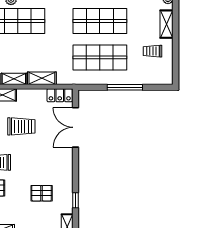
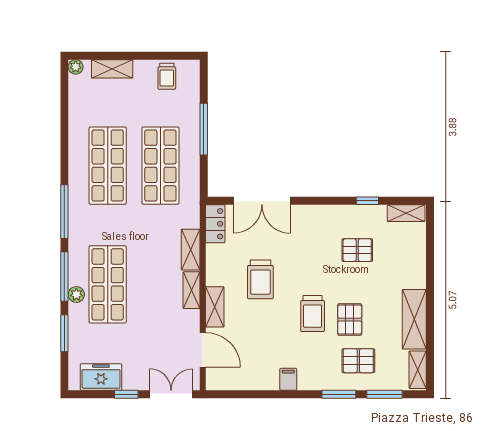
trolley: (153, 51) -> (167, 76), moved
trolley: (21, 126) -> (260, 279), turned 180
pallet: (42, 193) -> (357, 250), turned 90

